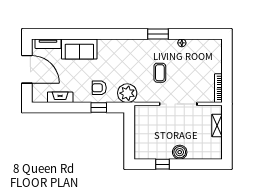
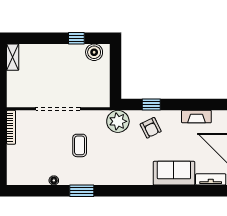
armchair: (99, 88) -> (151, 128), turned 64
shelving: (217, 125) -> (13, 57), moved
boiler: (180, 152) -> (94, 52), moved

